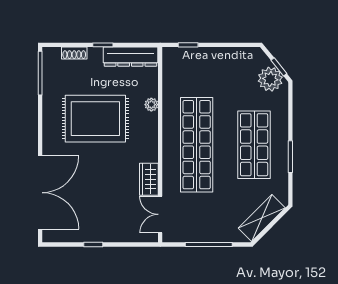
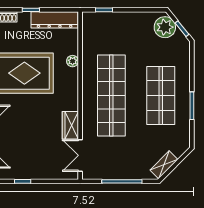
plant: (270, 79) -> (165, 27), moved
shelving: (262, 218) -> (164, 165), width x0.67, depth x0.75

